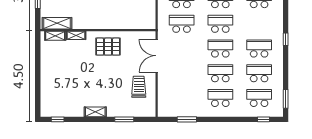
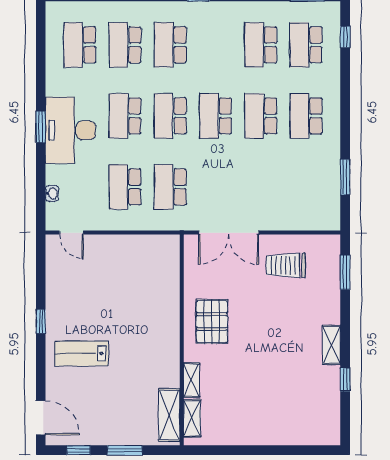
school desk: (259, 49) -> (170, 45), moved
window: (58, 119) -> (345, 380), moved
window: (124, 119) -> (345, 272), moved

